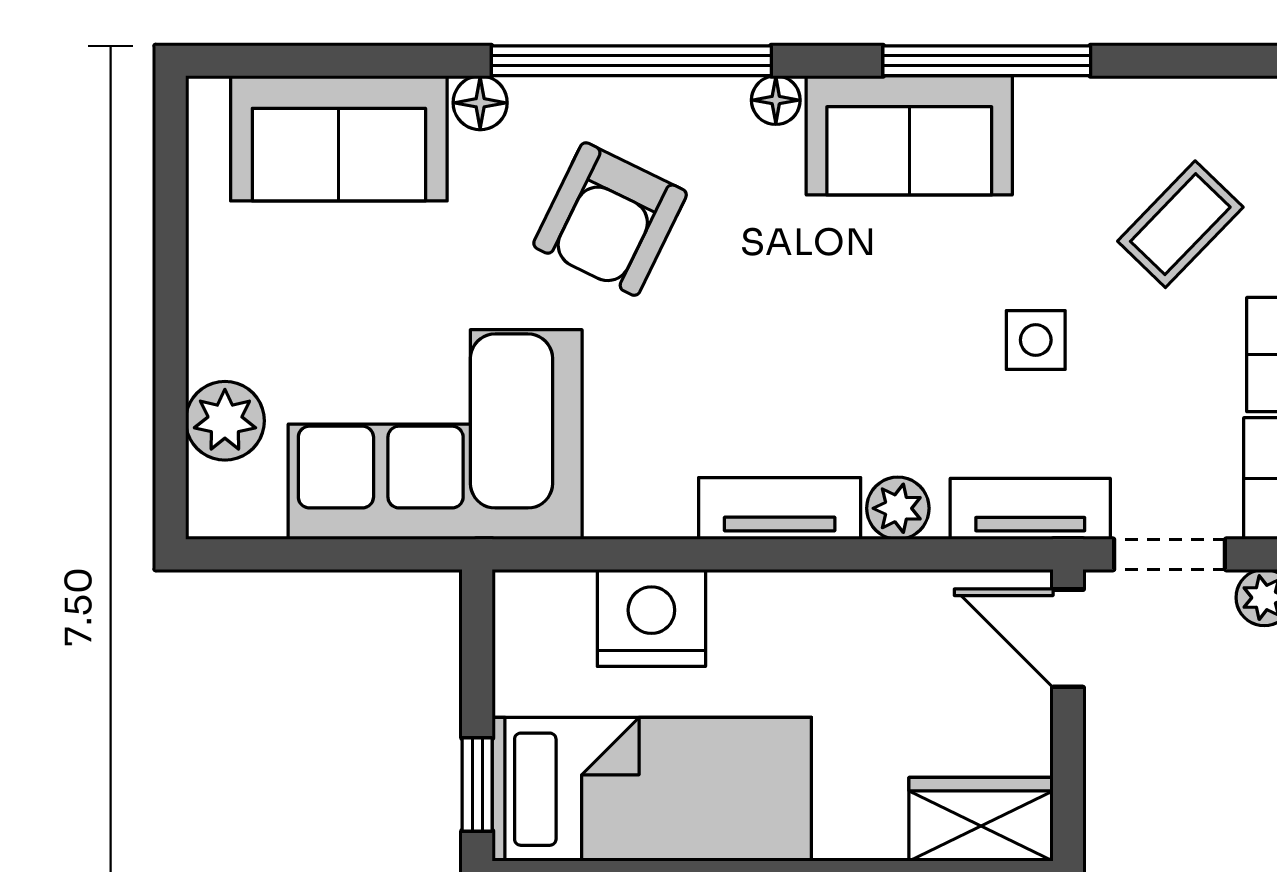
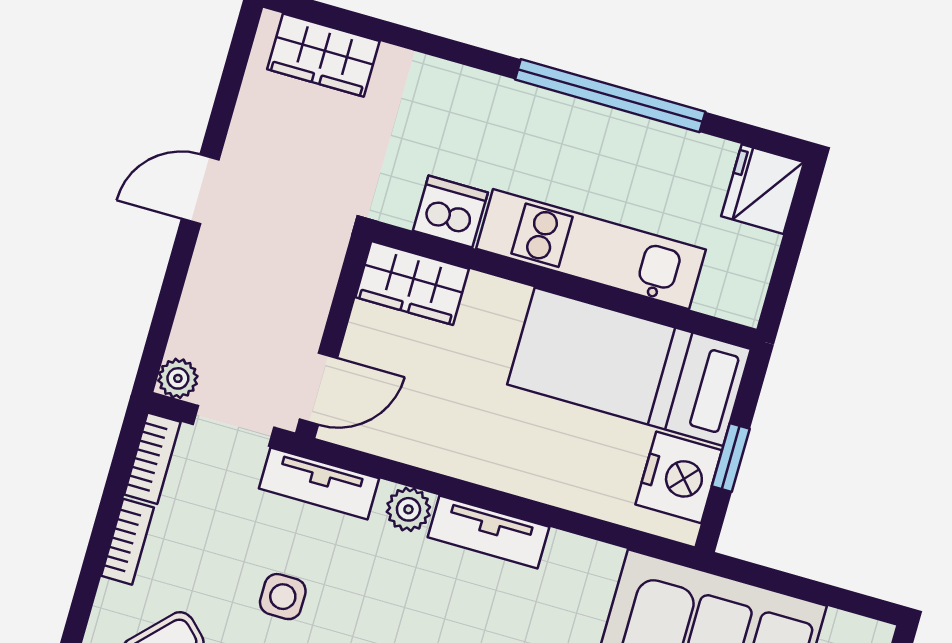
nightstand: (651, 618) -> (679, 477), moved, turned -90
door: (1068, 638) -> (318, 389), hinge flipped
window: (477, 785) -> (731, 458), moved

